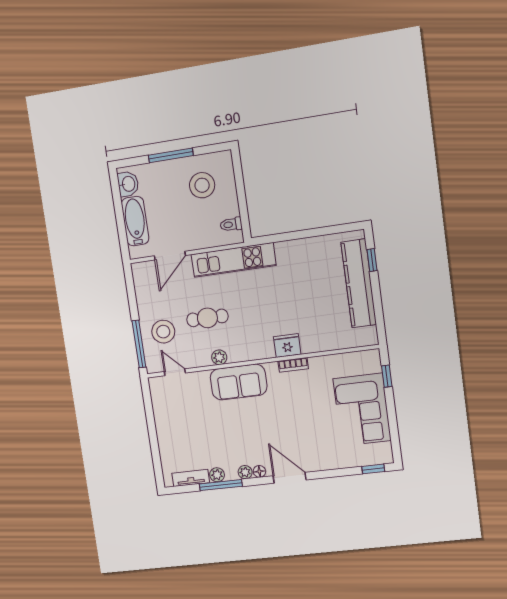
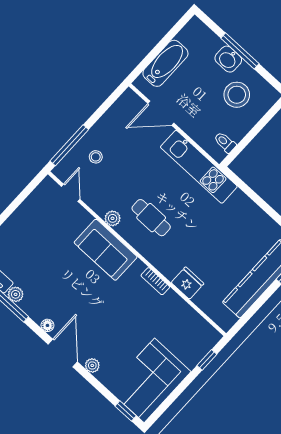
washbasin: (128, 184) -> (228, 59), moved, turned 90
cafe table: (207, 318) -> (151, 218), moved
stool: (163, 332) -> (96, 157), width x0.53, depth x0.53
fridge: (287, 346) -> (188, 283), moved
corner sofa: (362, 410) -> (149, 380), moved
plant: (245, 472) -> (92, 365), moved

